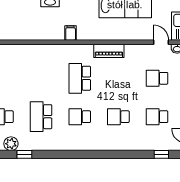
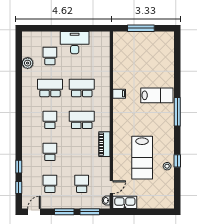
filing cabinet: (71, 33) -> (119, 94), moved
school desk: (41, 78) -> (82, 88), added
window: (24, 154) -> (19, 167), moved

